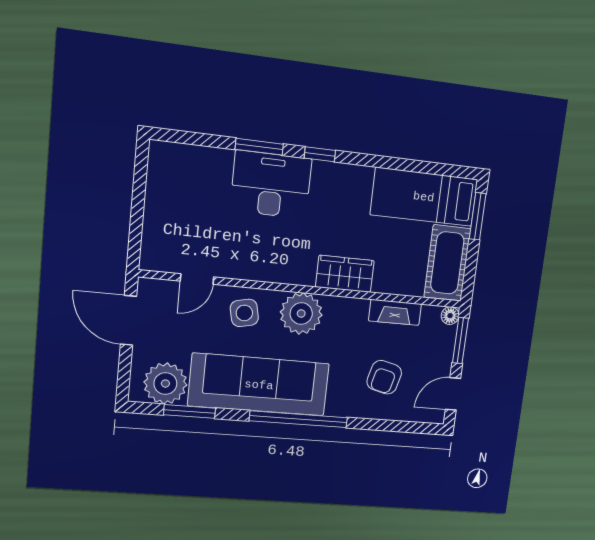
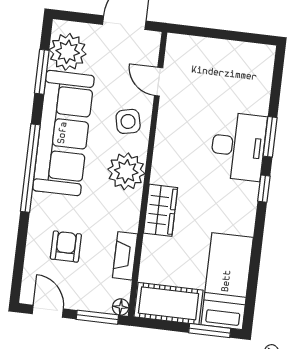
armchair: (384, 377) -> (66, 247), turned 76

